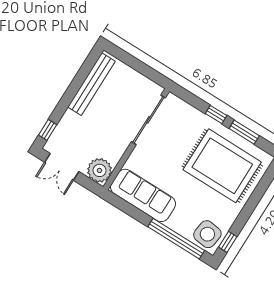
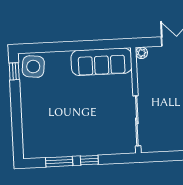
rug: (222, 166) -> (58, 125), removed
plant: (100, 170) -> (141, 53), width x0.53, depth x0.53
window: (176, 239) -> (54, 47), removed

